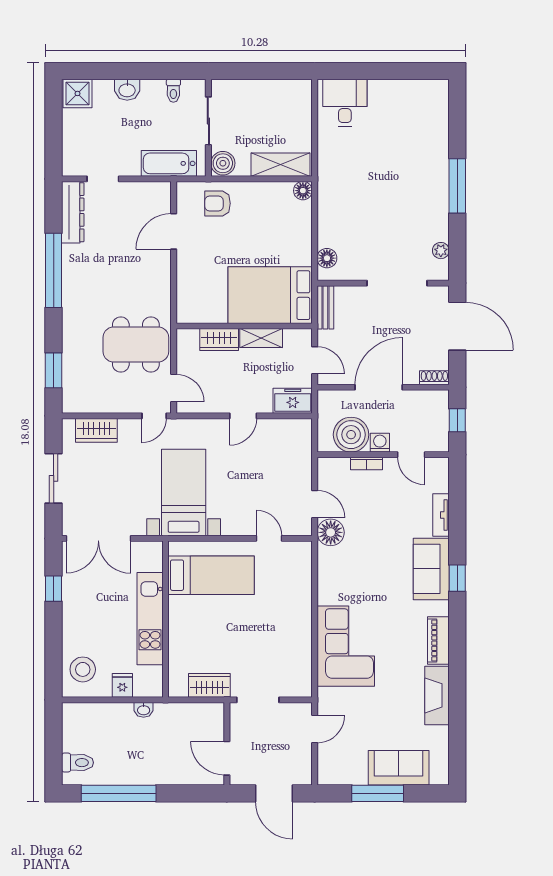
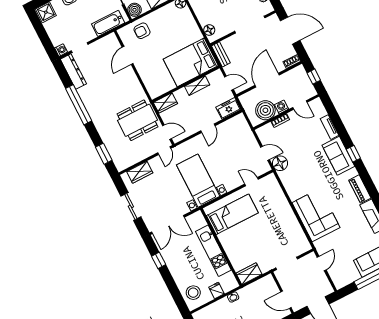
washing machine: (71, 168) -> (61, 50), added
wardrobe: (219, 340) -> (165, 103), moved
wardrobe: (209, 685) -> (249, 274), moved

